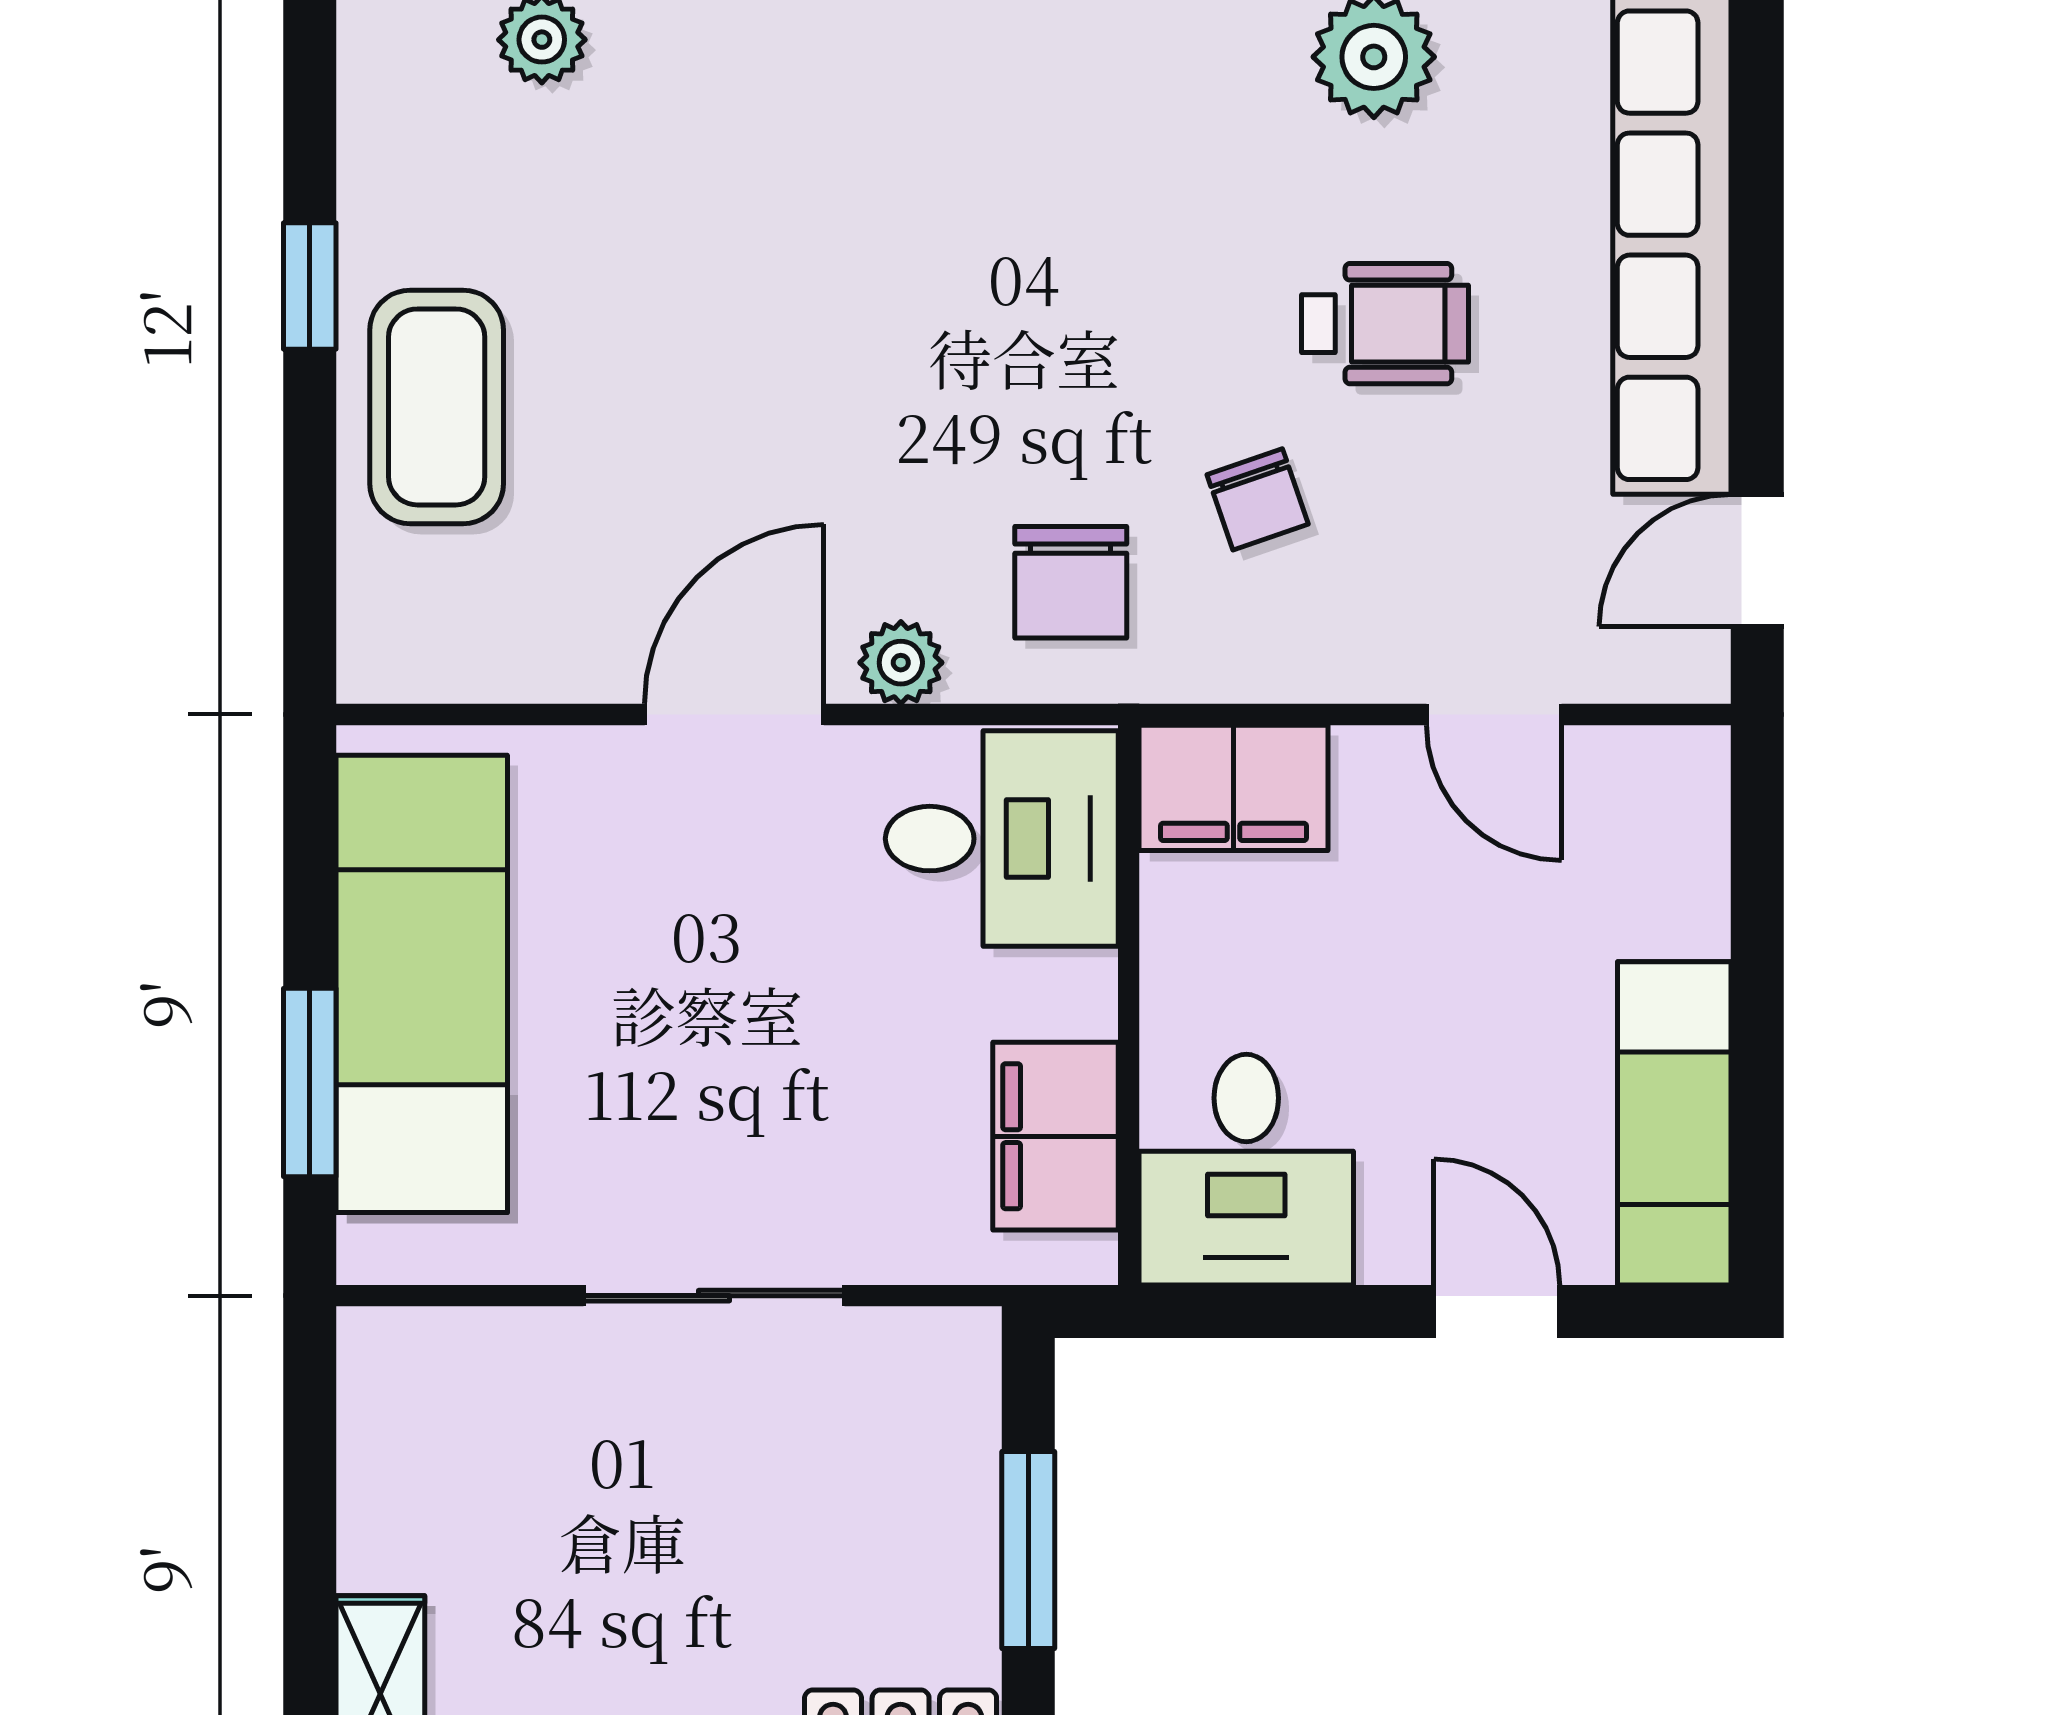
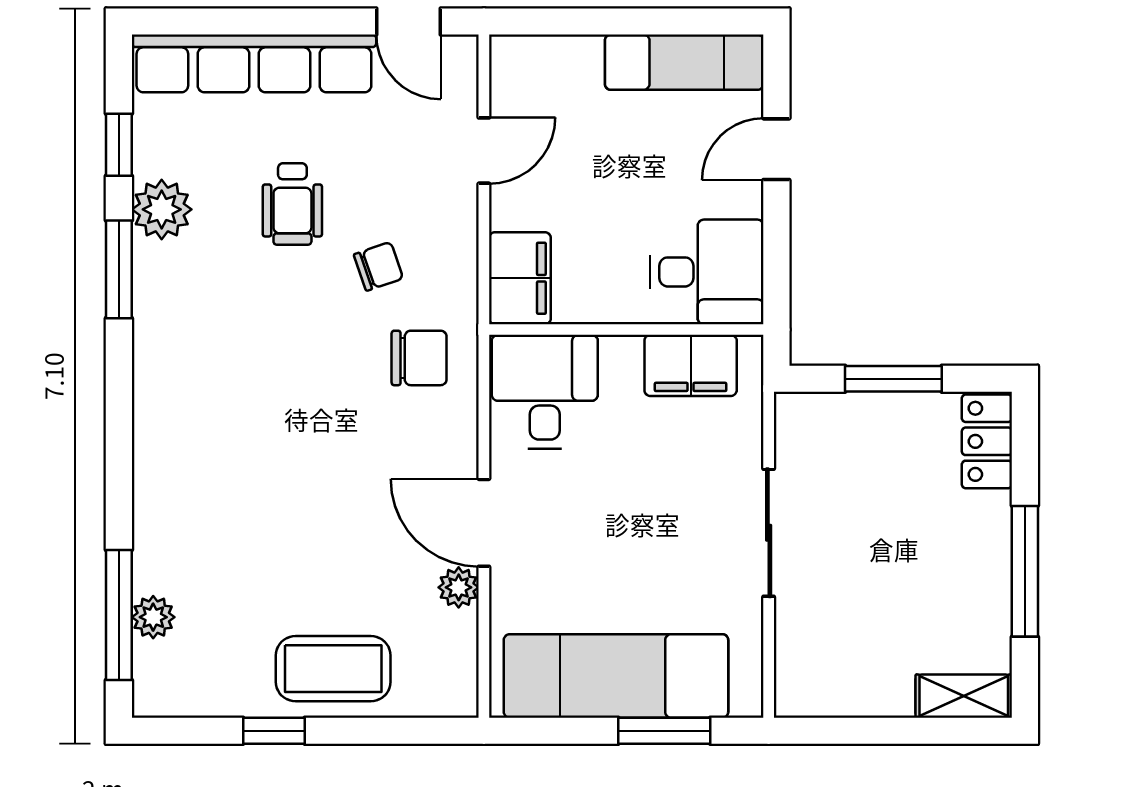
wheelchair: (1385, 324) -> (292, 204), turned 180
plant: (901, 663) -> (459, 587), moved

